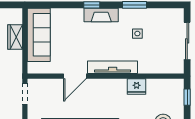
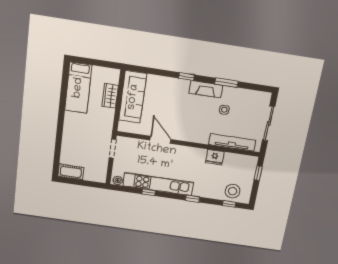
fireplace: (101, 15) -> (206, 89), moved
tv unit: (113, 67) -> (232, 142), moved
door: (75, 76) -> (160, 140), swing flipped

